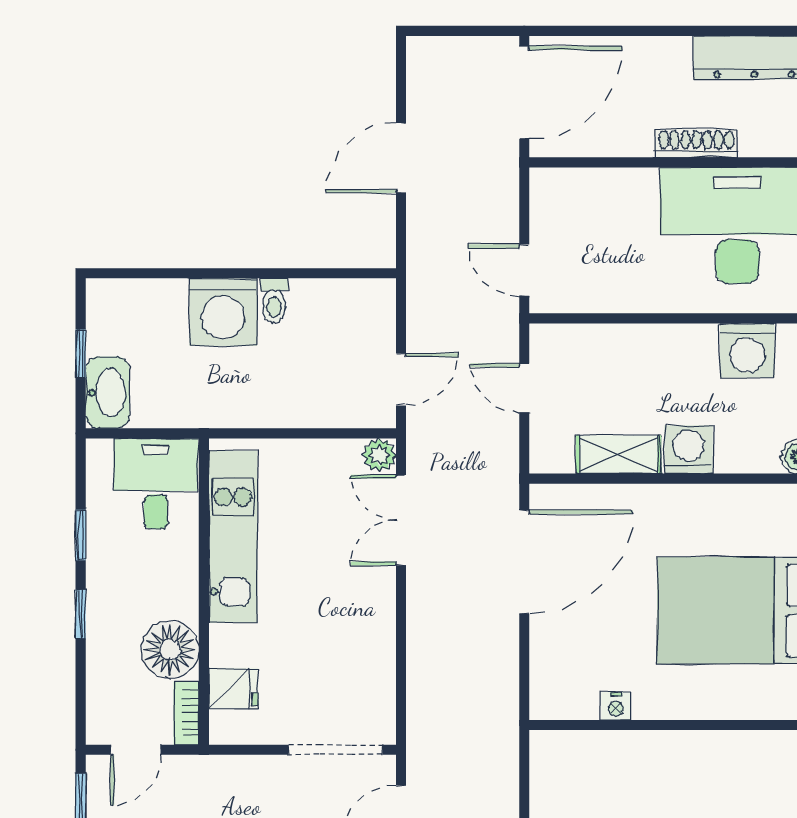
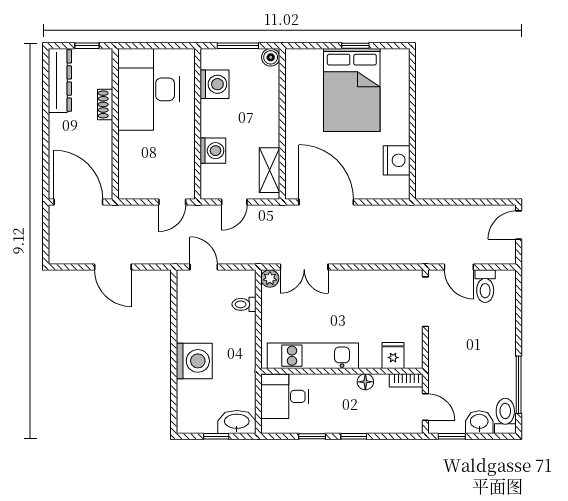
shoe rack: (696, 143) -> (105, 104), width x0.70
toilet: (274, 301) -> (244, 304), moved, turned 180
door: (401, 379) -> (204, 267), moved
washing machine: (689, 450) -> (213, 151), moved, turned 180
shelving: (619, 455) -> (270, 170), moved
floor lamp: (170, 650) -> (365, 382), width x0.53, depth x0.53
nightstand: (616, 706) -> (397, 160), width x1.89, depth x1.79

